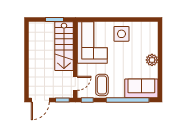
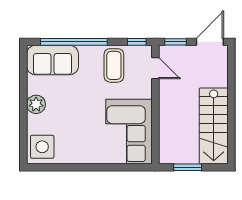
side table: (121, 34) -> (42, 147), moved
stairs: (64, 46) -> (214, 126), moved, turned 180
door: (75, 83) -> (155, 68), swing flipped

